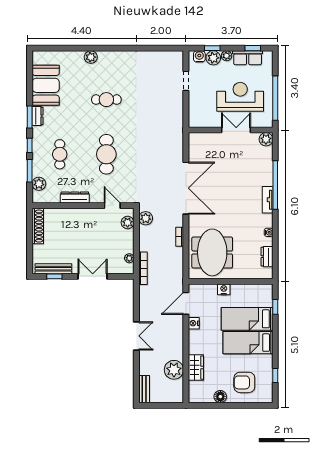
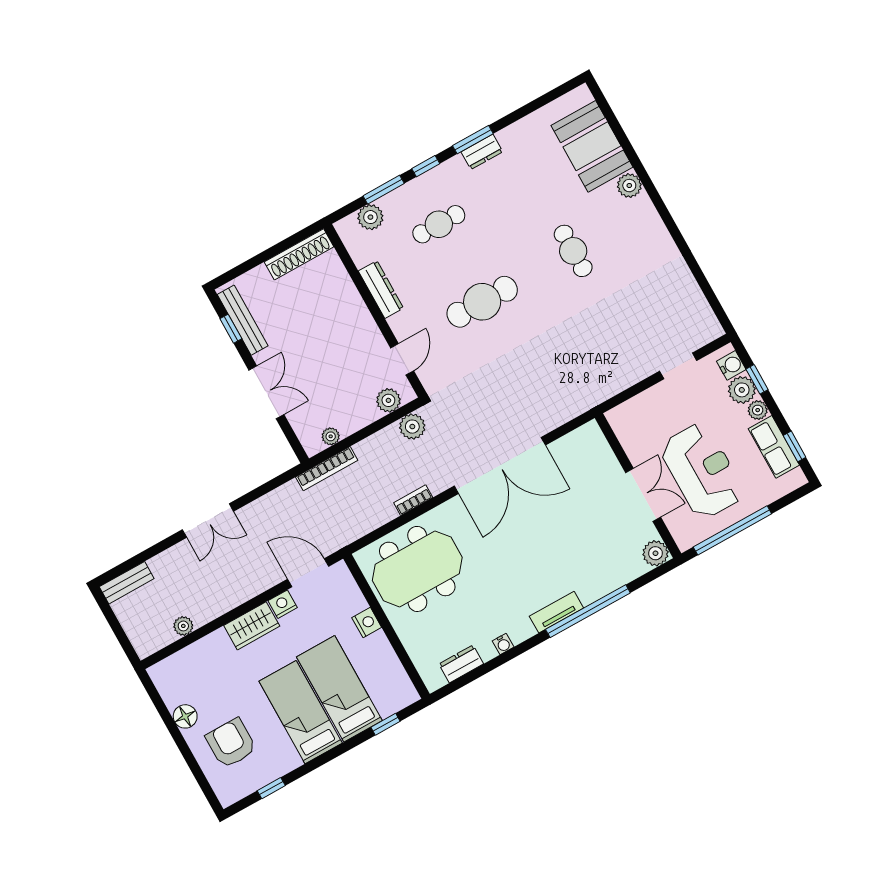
booth: (46, 85) -> (592, 146), moved, turned 90
wardrobe: (196, 368) -> (252, 626), moved
plant: (174, 370) -> (183, 626), width x0.53, depth x0.53

